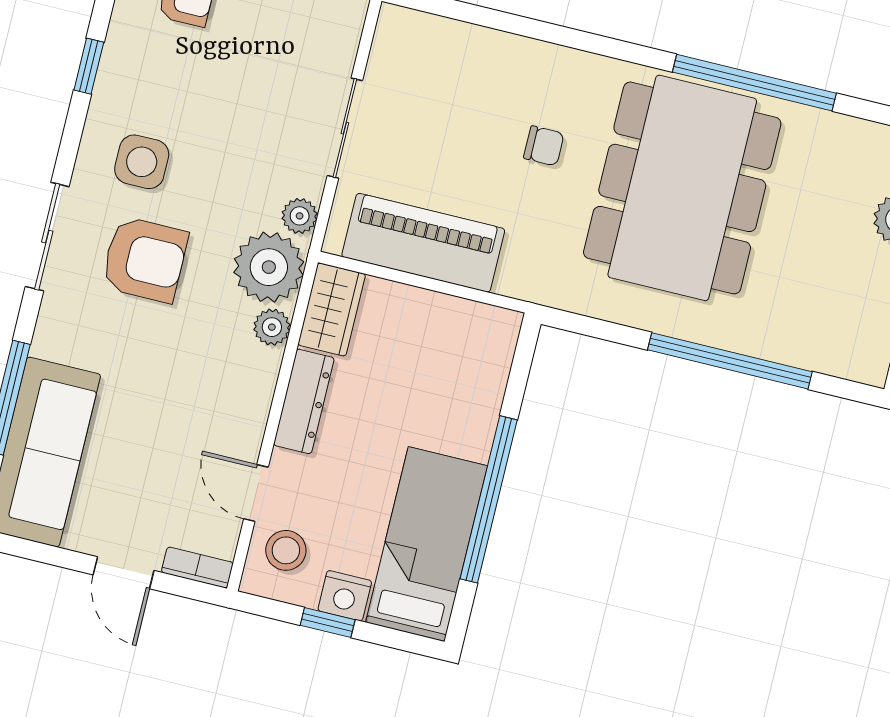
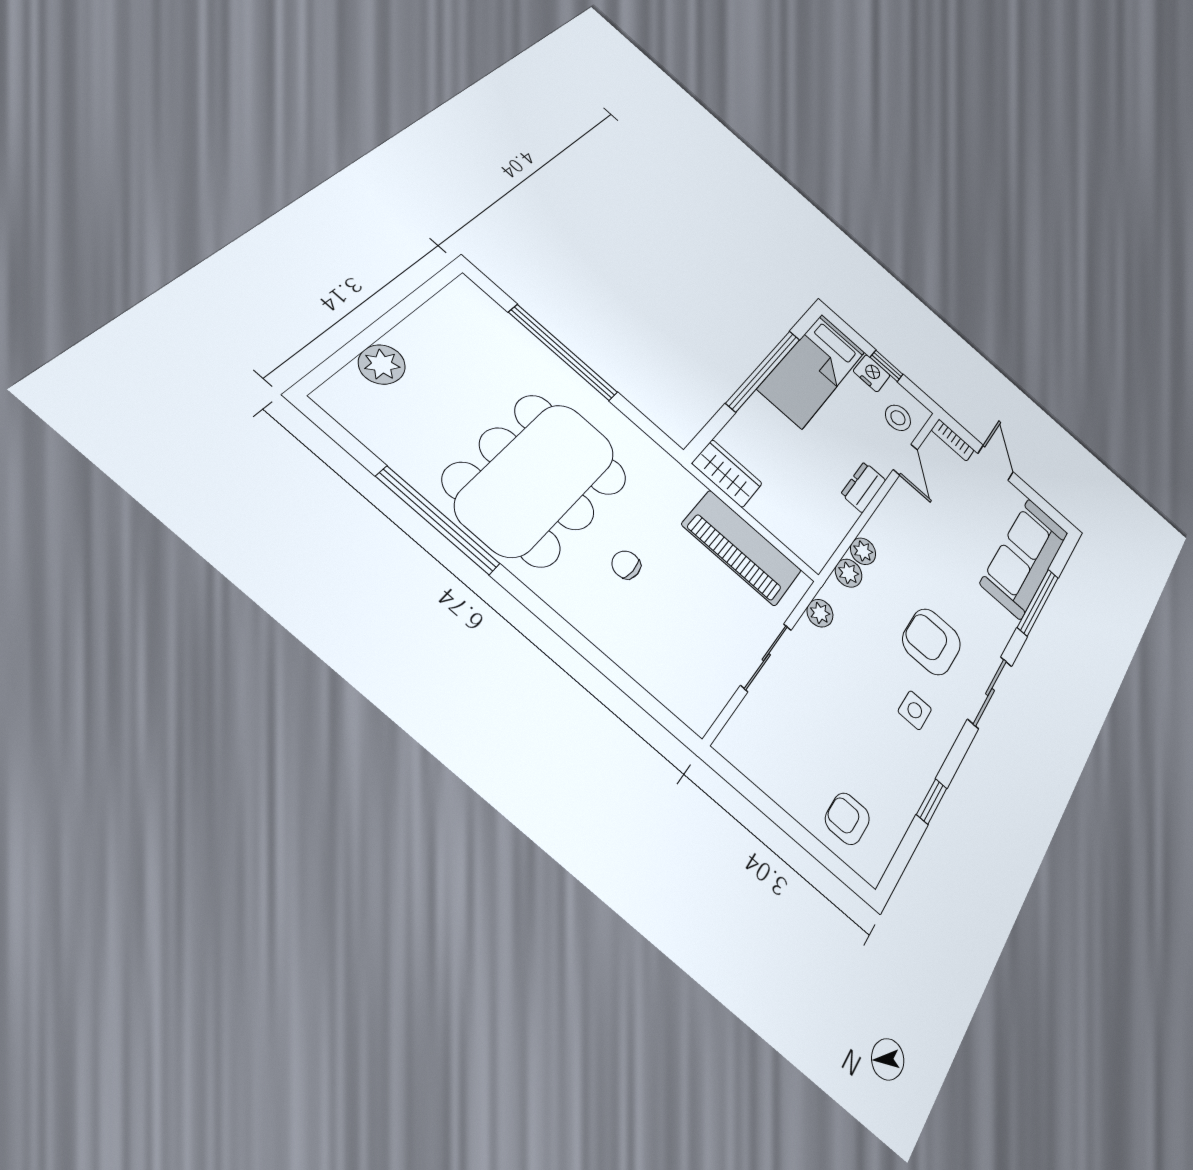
side table: (142, 162) -> (915, 710), width x0.73, depth x0.73
plant: (269, 267) -> (849, 573), width x0.53, depth x0.53
wardrobe: (332, 309) -> (727, 473), moved, turned 90
dresser: (304, 401) -> (863, 487), width x0.70

